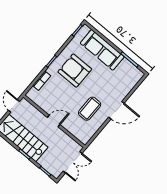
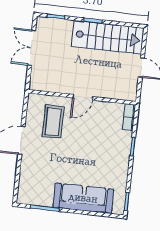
armchair: (75, 71) -> (99, 154), removed
door: (54, 121) -> (83, 97), moved
wall: (54, 121) -> (82, 97), moved

